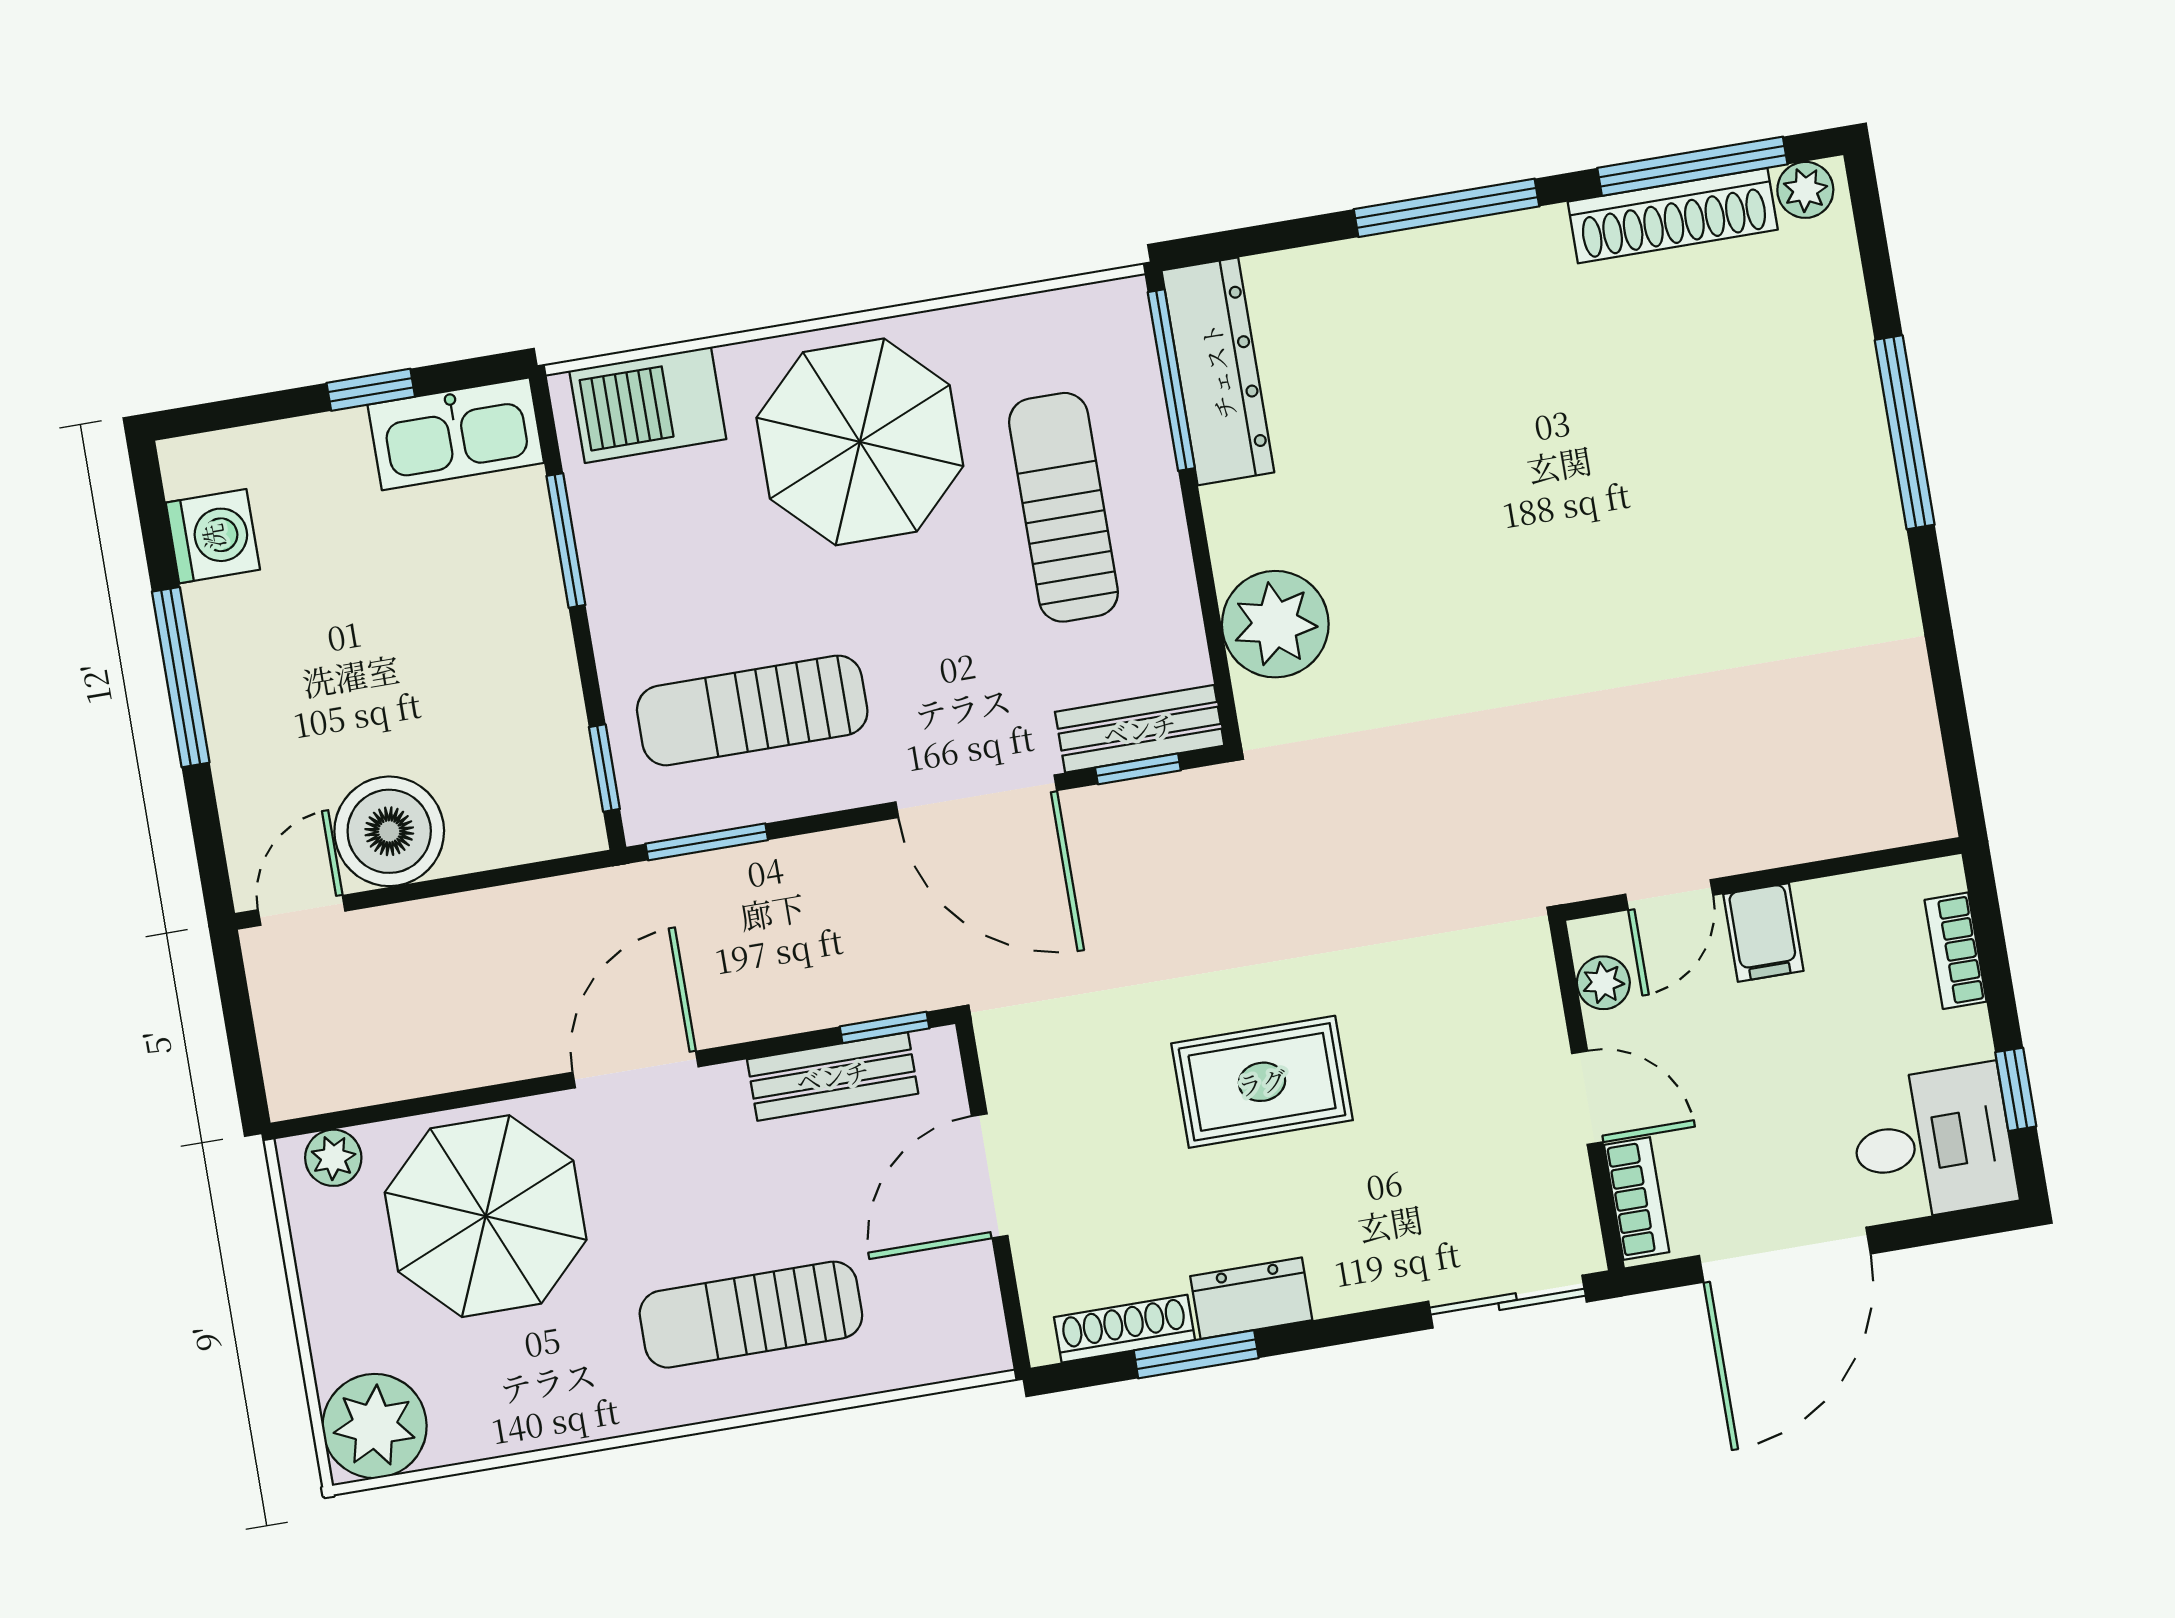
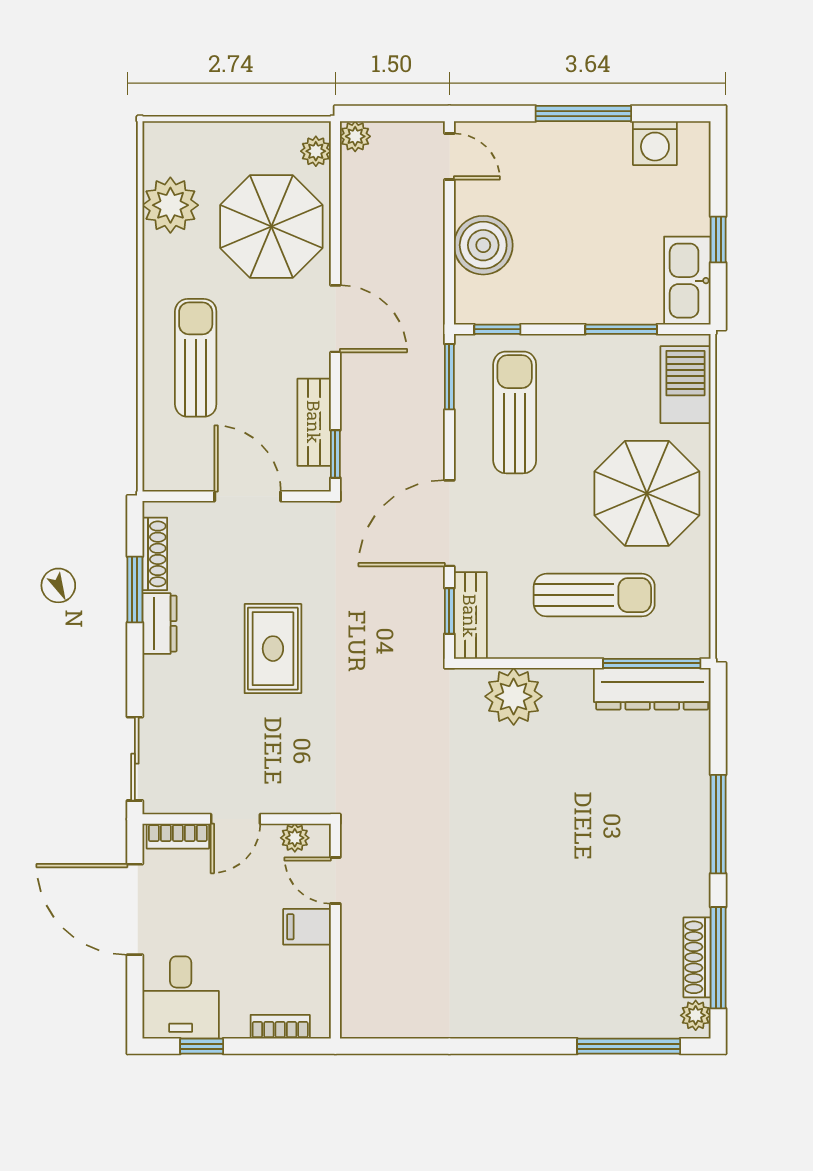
shoe rack: (1673, 216) -> (697, 957), width x0.74, depth x0.81
window: (1905, 432) -> (629, 1046), moved
boiler: (389, 831) -> (483, 245), moved
plant: (294, 1090) -> (355, 136), added
plant: (375, 1426) -> (170, 205), moved

